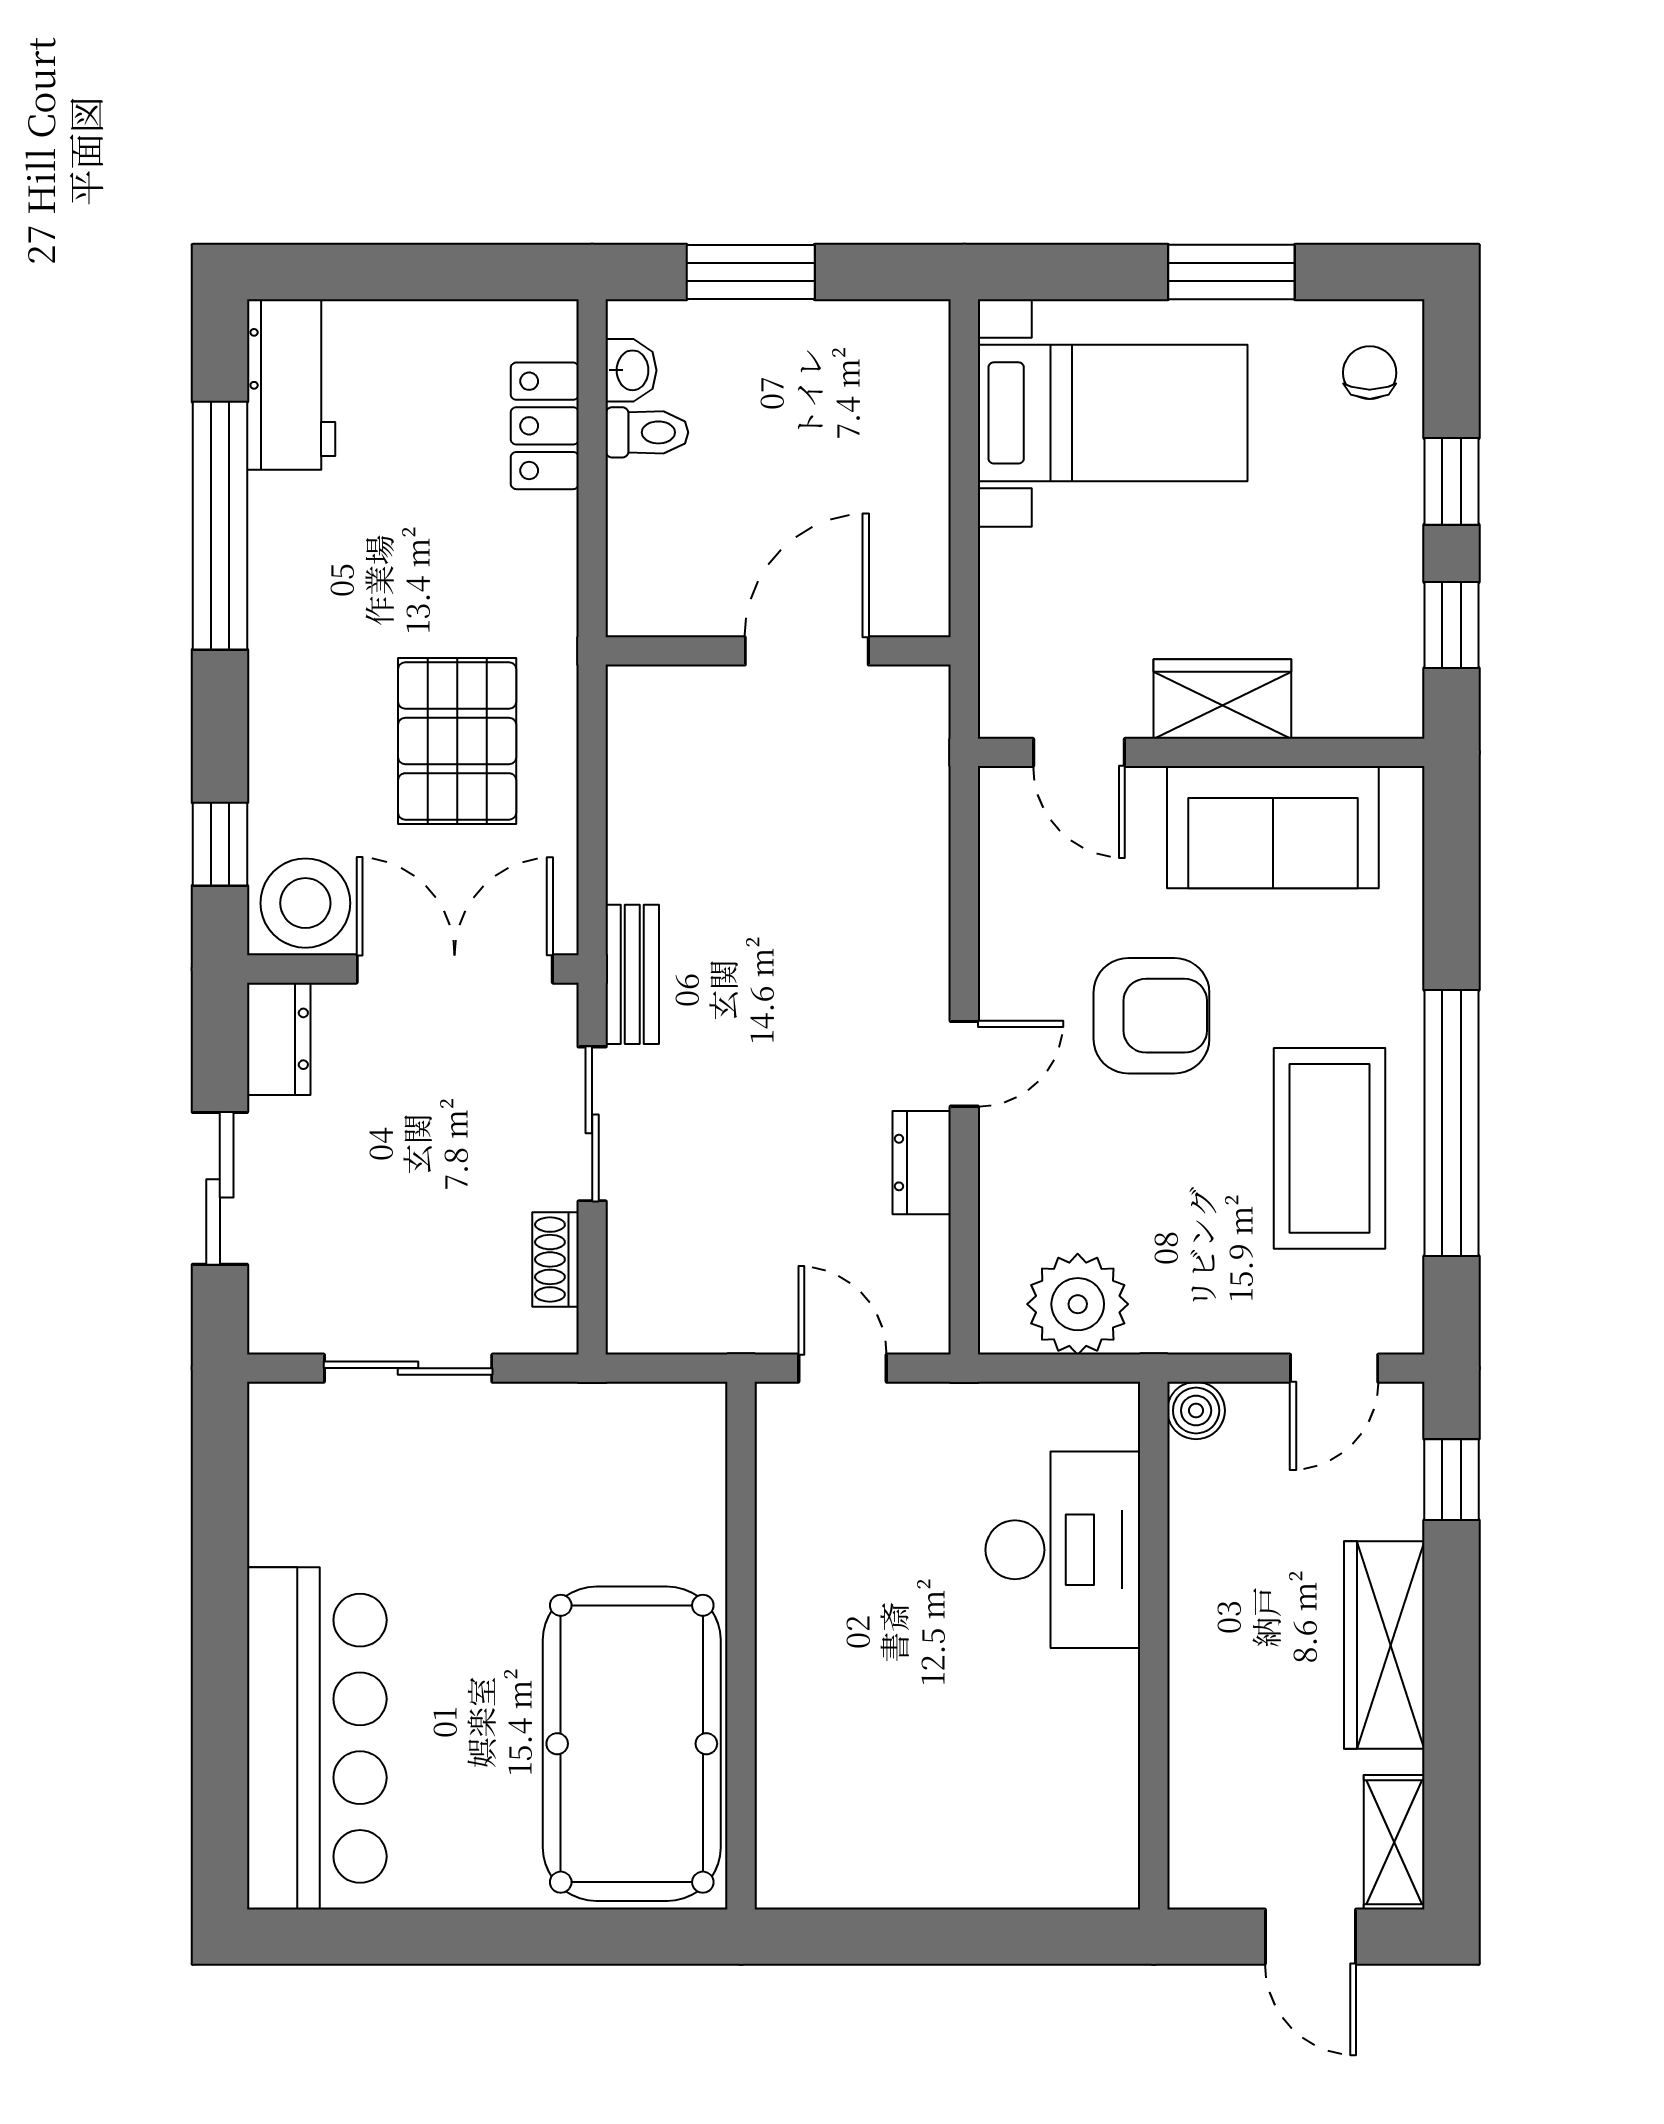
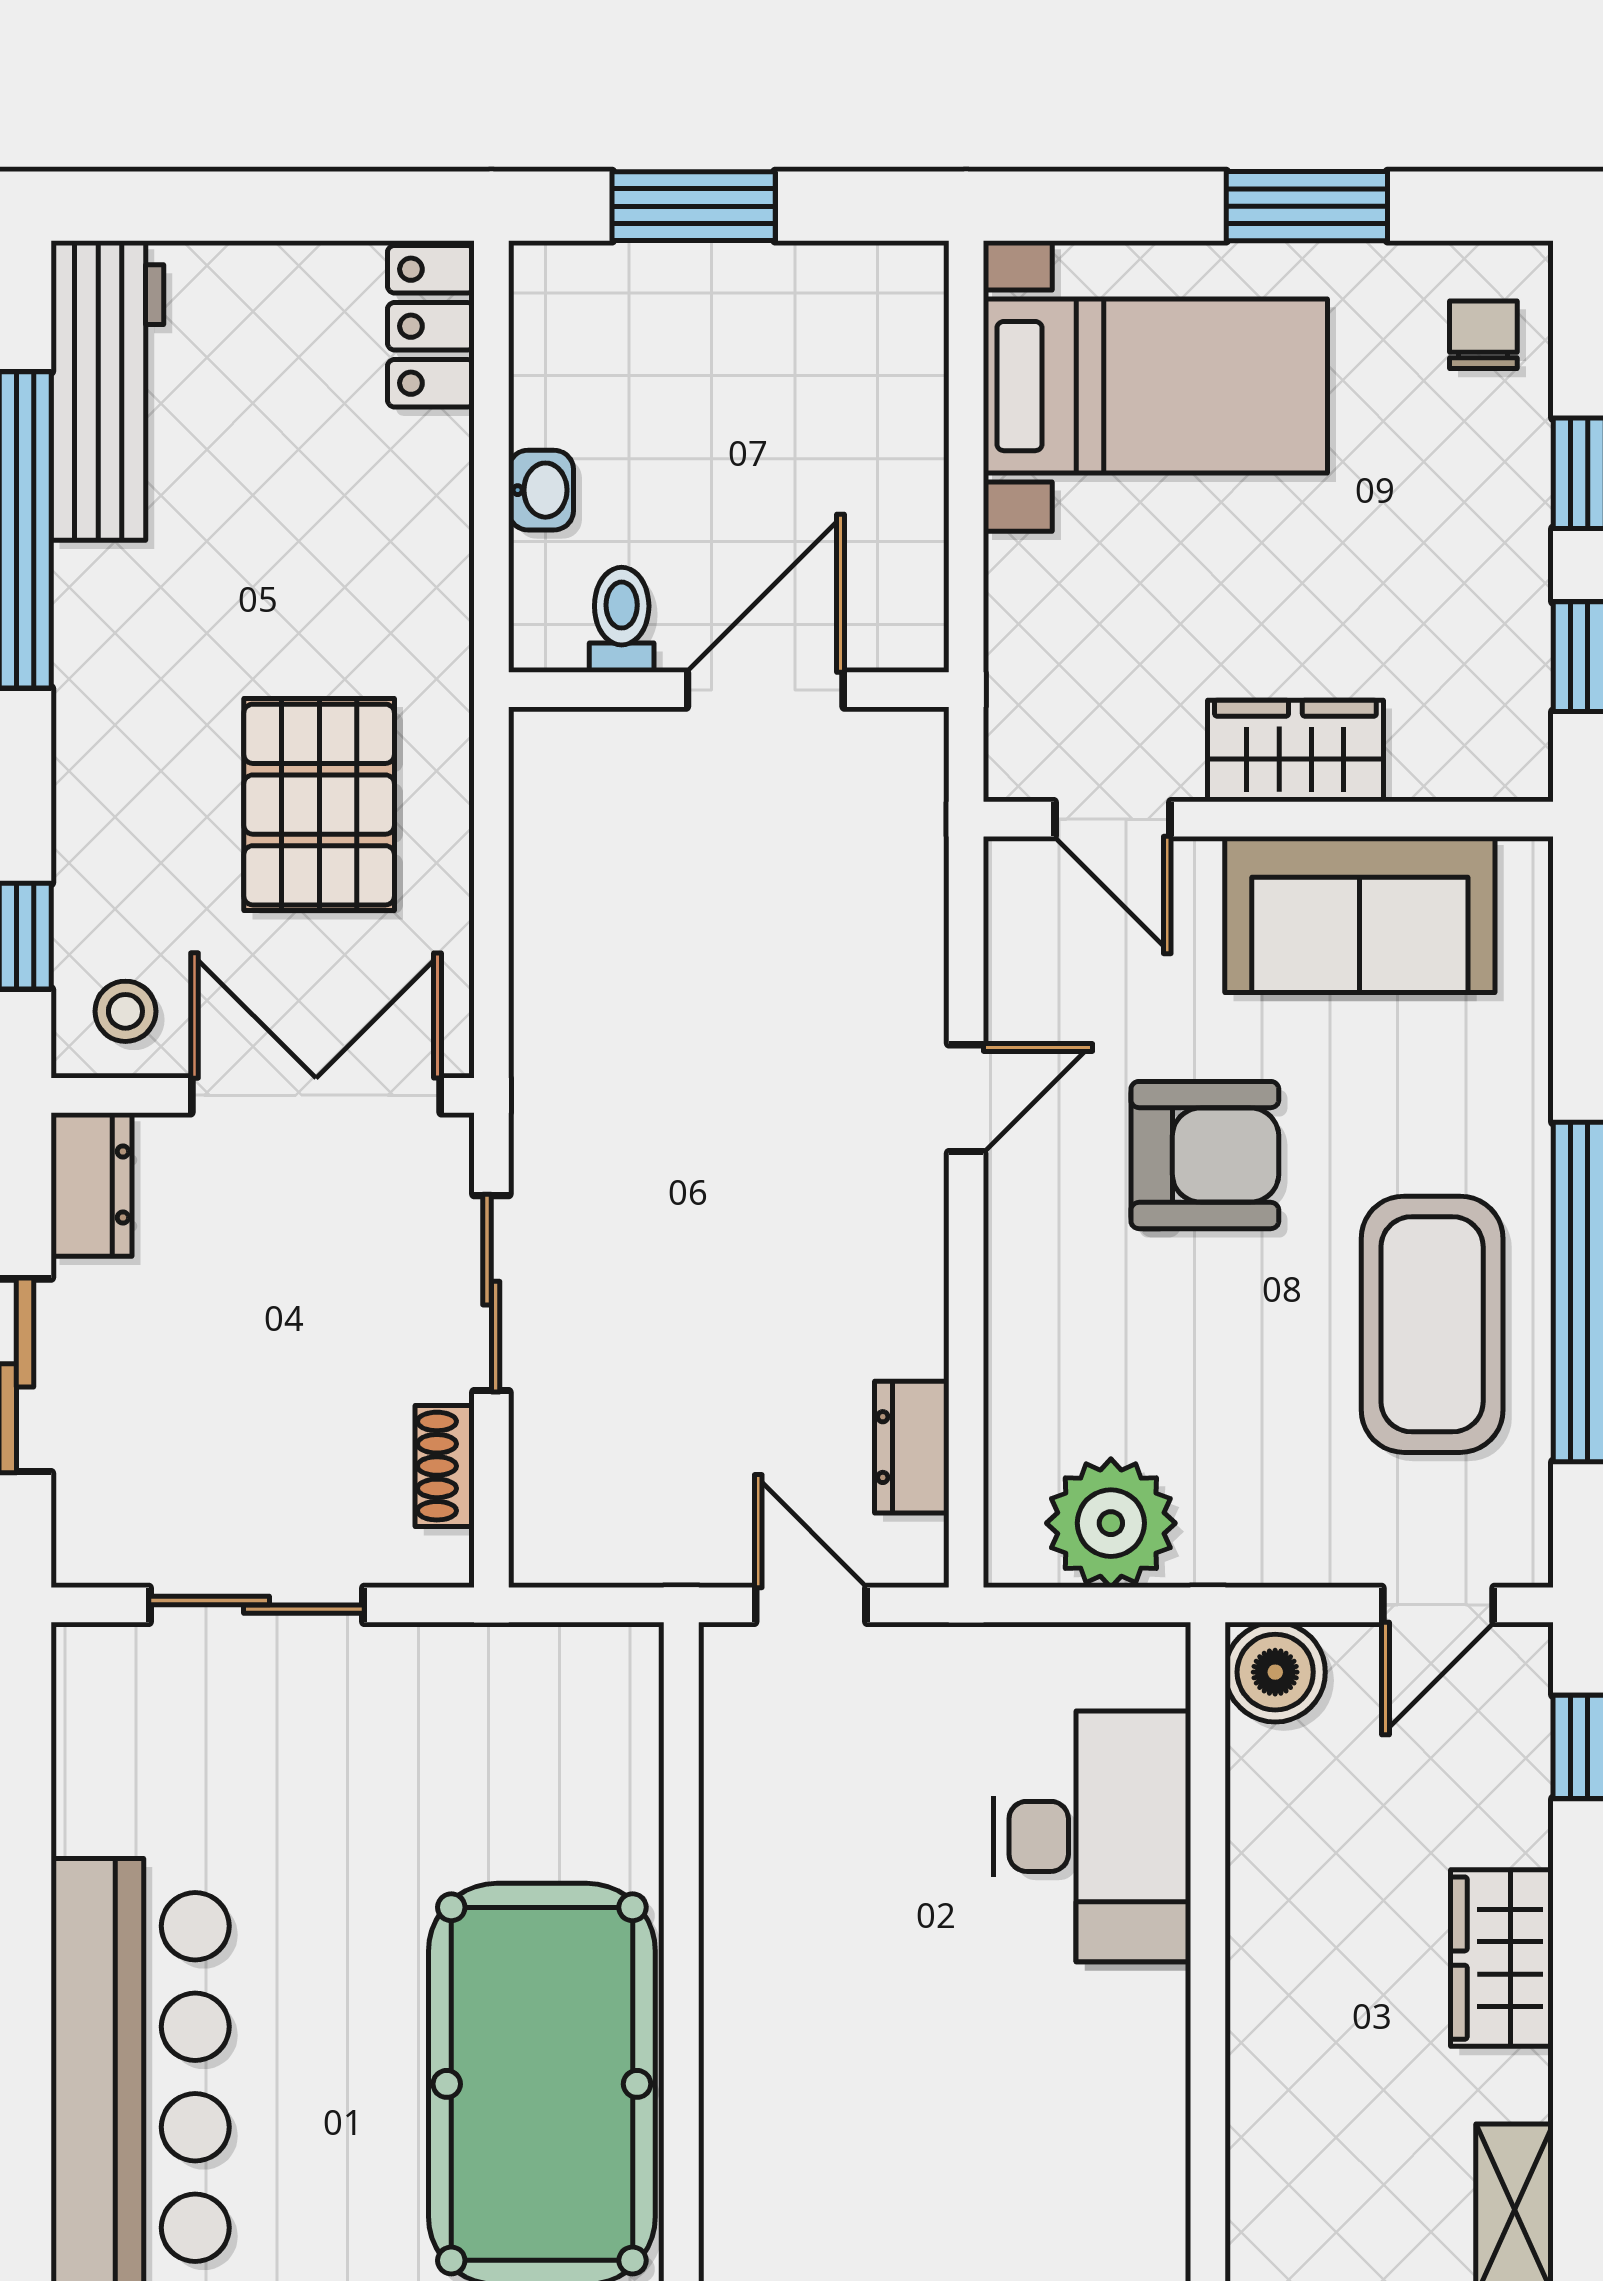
washbasin: (631, 370) -> (541, 490), moved
workbench: (291, 384) -> (107, 390), width x1.37
locker: (545, 426) -> (431, 326), moved
toilet: (647, 432) -> (622, 620), moved, turned -90
stool: (305, 903) -> (125, 1011), width x0.53, depth x0.53
bench: (632, 974) -> (543, 1102), removed
door: (964, 1064) -> (966, 1098), moved
dresser: (922, 1163) -> (912, 1447), moved
boiler: (1196, 1411) -> (1275, 1672), width x1.36, depth x1.36
wardrobe: (1384, 1645) -> (1502, 1958), width x0.67

